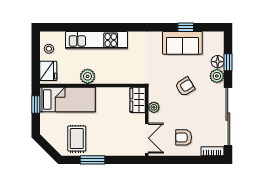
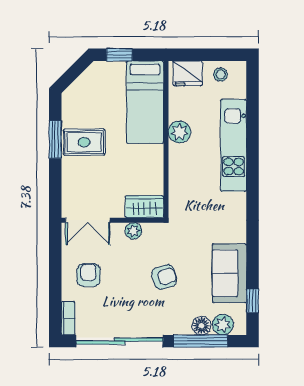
window: (186, 27) -> (253, 301), moved
window: (228, 62) -> (200, 341), width x2.17
plant: (217, 76) -> (223, 325), moved
armchair: (185, 87) -> (164, 277), turned -75
window: (36, 104) -> (119, 55), moved
rug: (77, 139) -> (84, 142), moved

